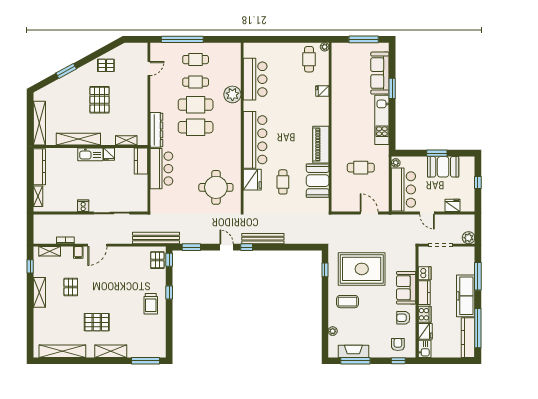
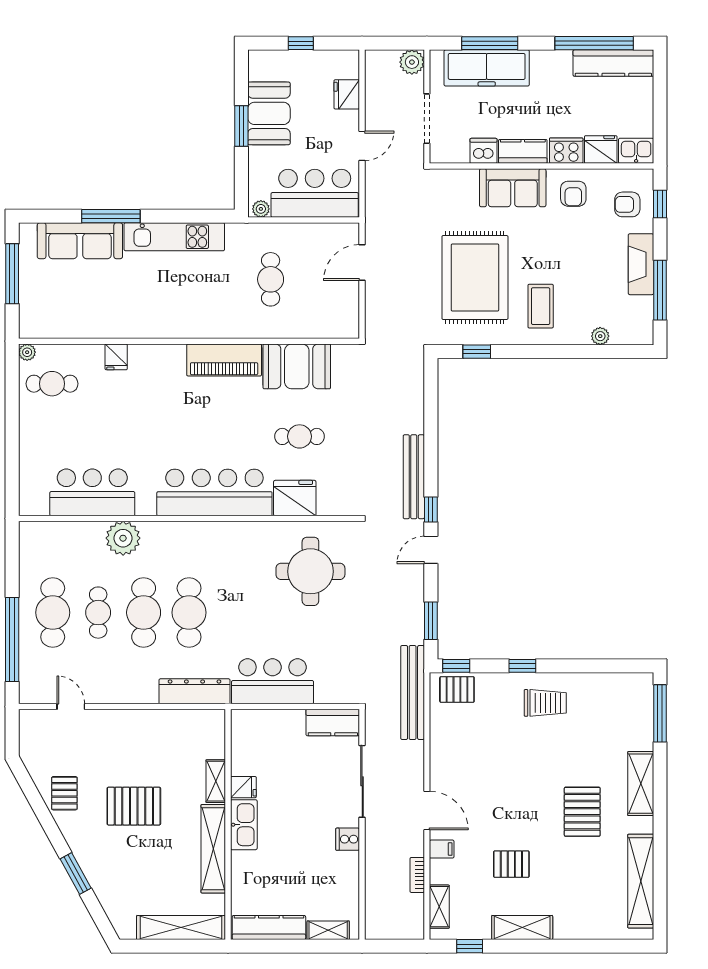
cafe table: (196, 60) -> (53, 613), width x1.37, depth x1.35
window: (392, 88) -> (111, 216), width x1.44
shelving: (126, 140) -> (216, 781), moved
kitchen counter: (141, 161) -> (333, 723), moved
freezer: (466, 296) -> (487, 68), moved
fireplace: (353, 351) -> (641, 264), moved

